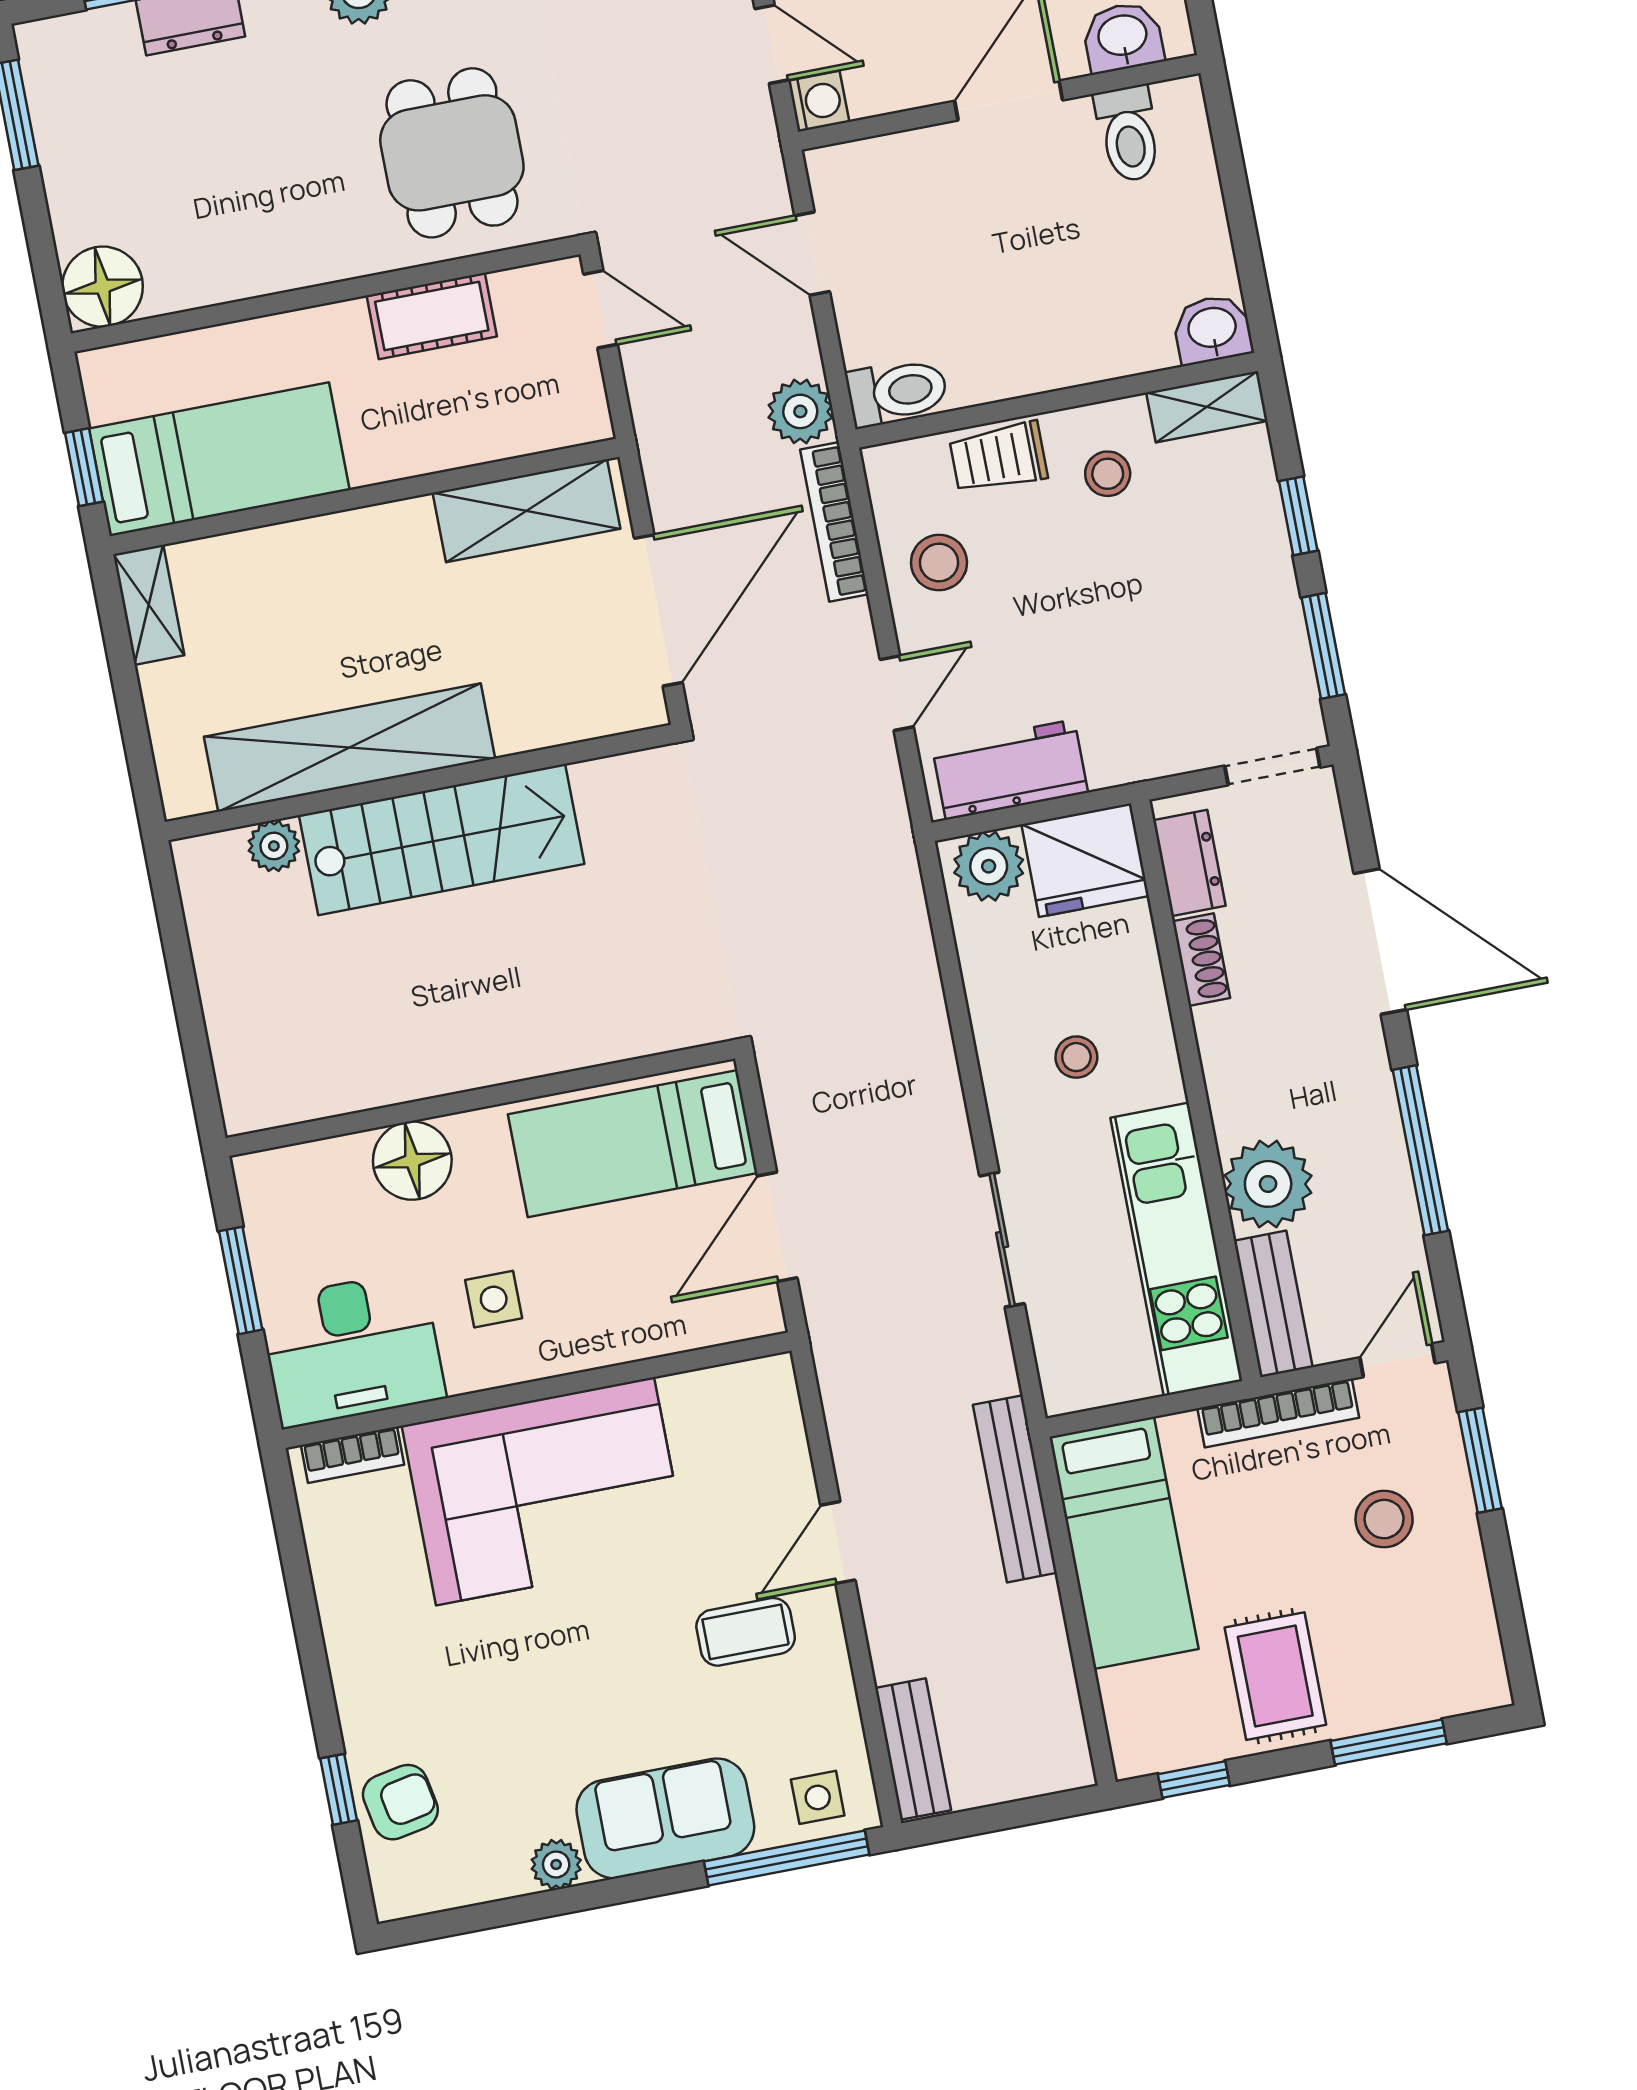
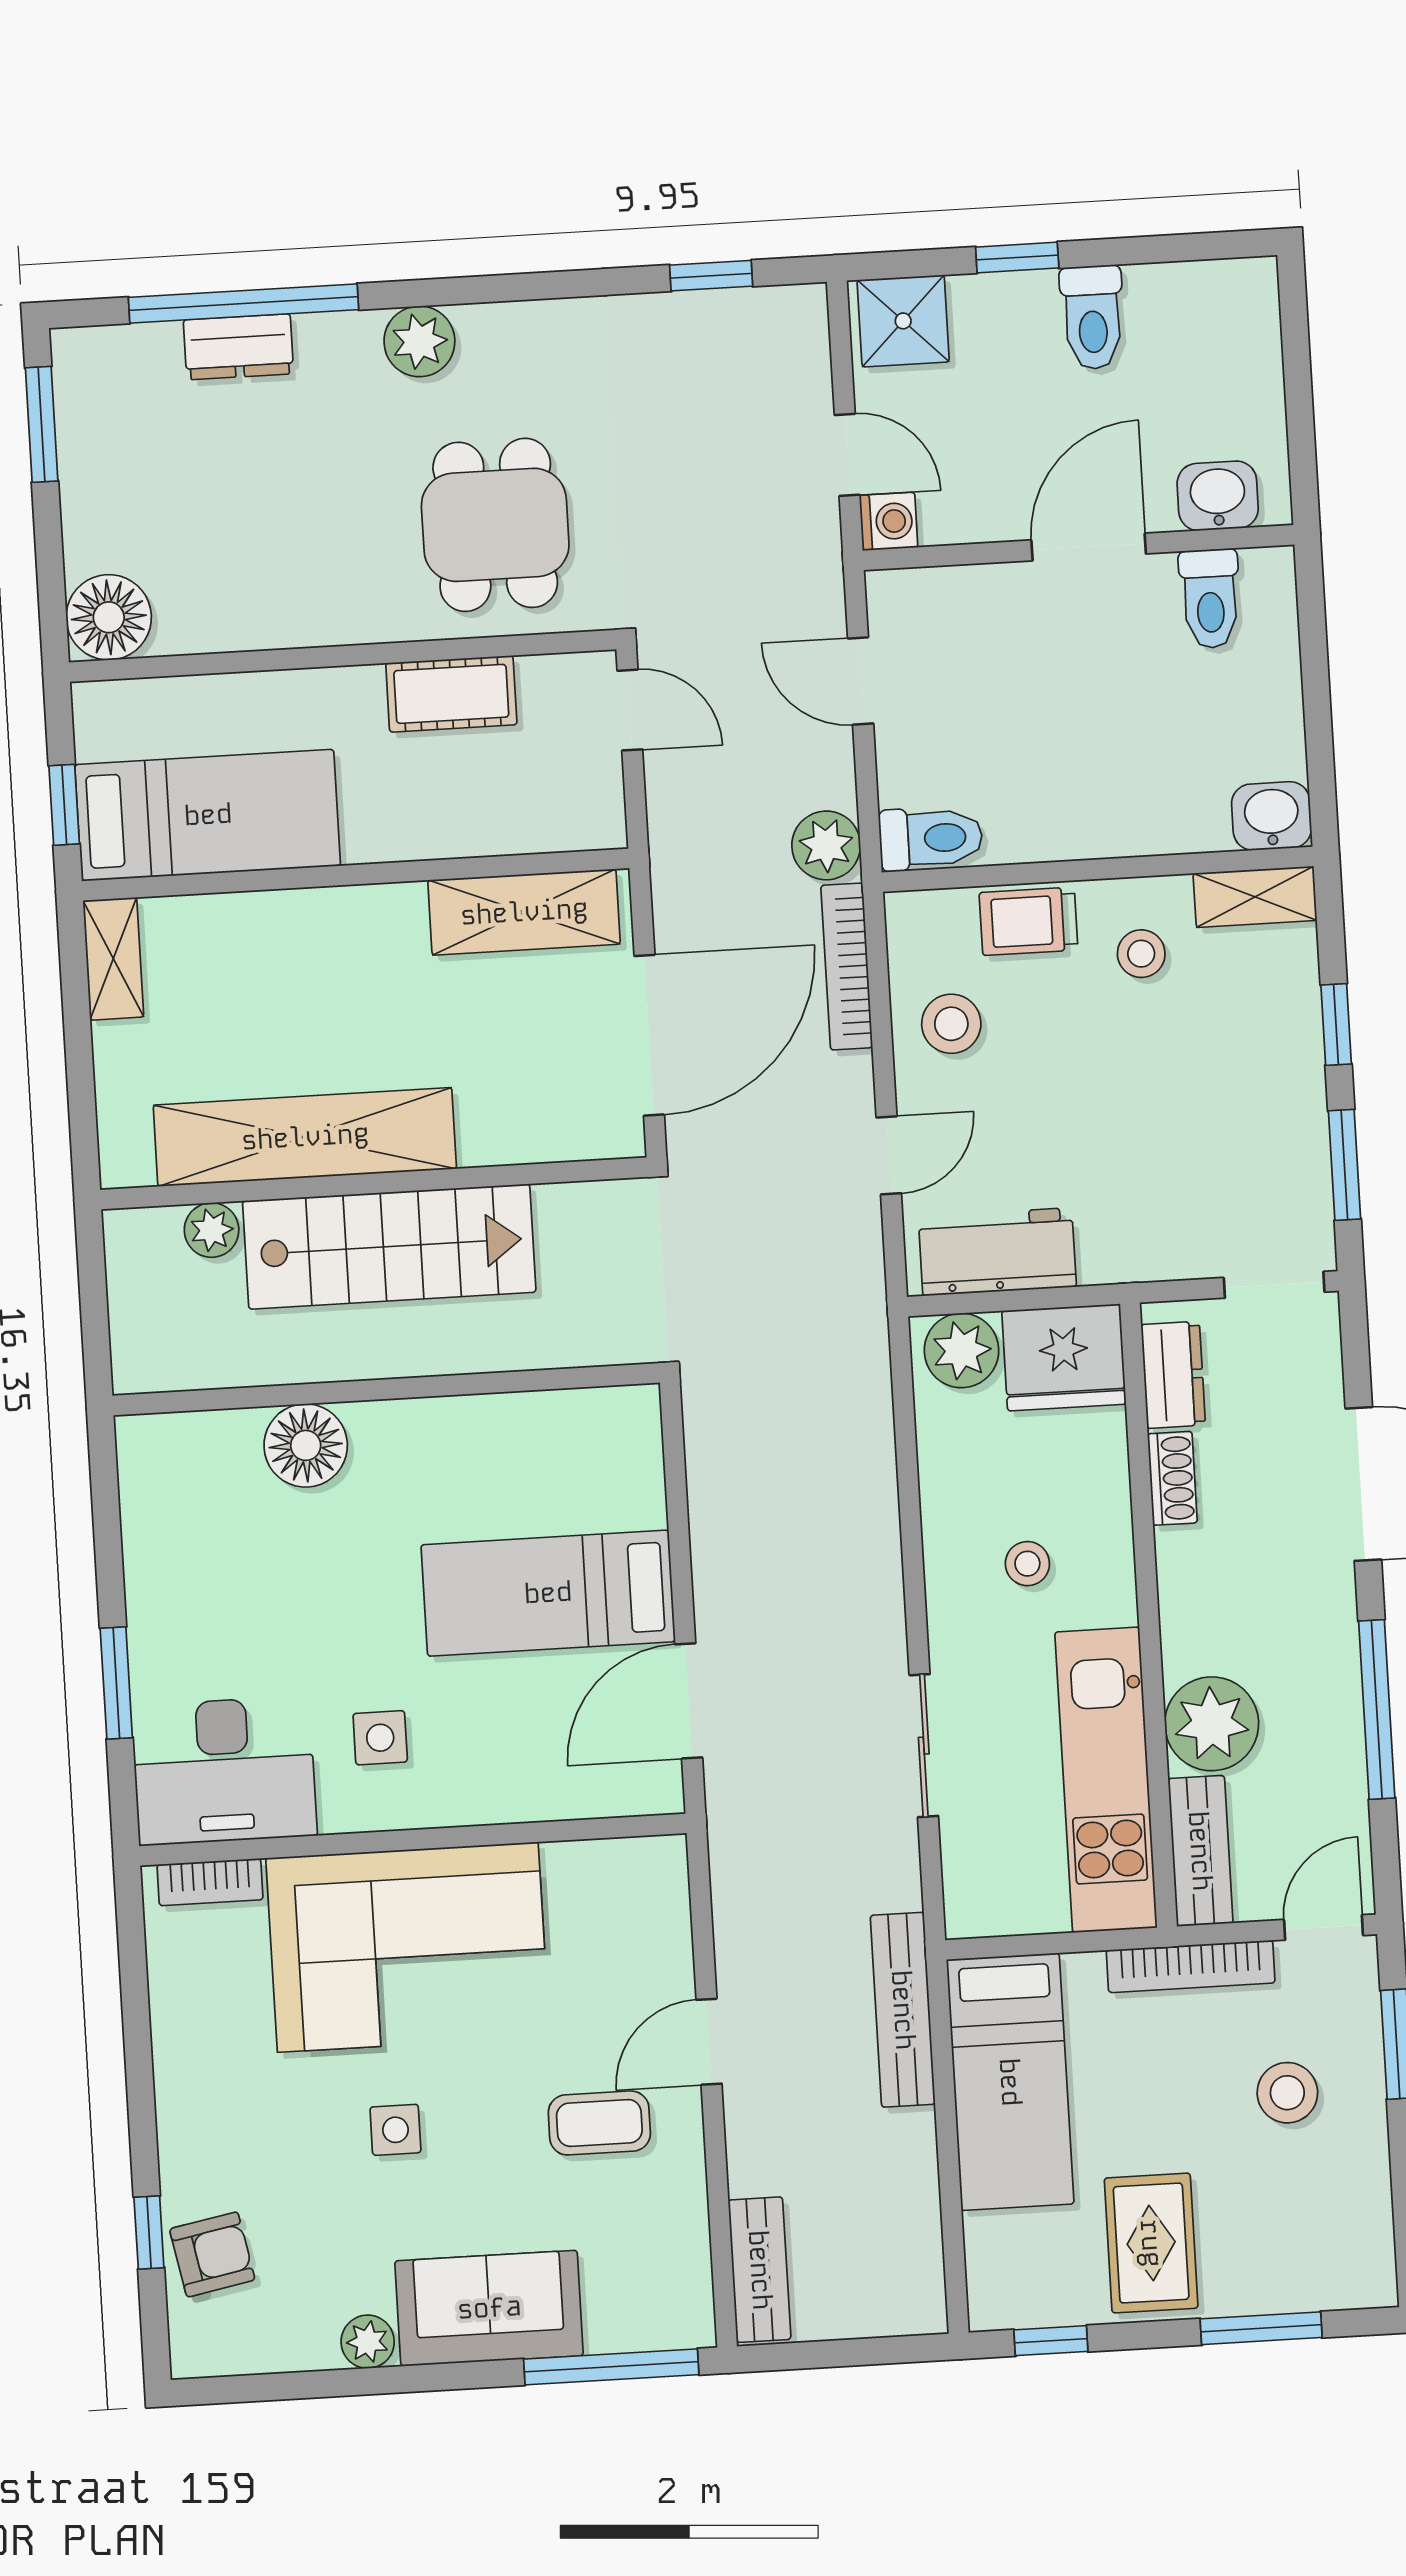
wall: (480, 1098) -> (386, 1389), moved
floor lamp: (412, 1161) -> (306, 1445), moved
side table: (818, 1797) -> (395, 2130), moved

